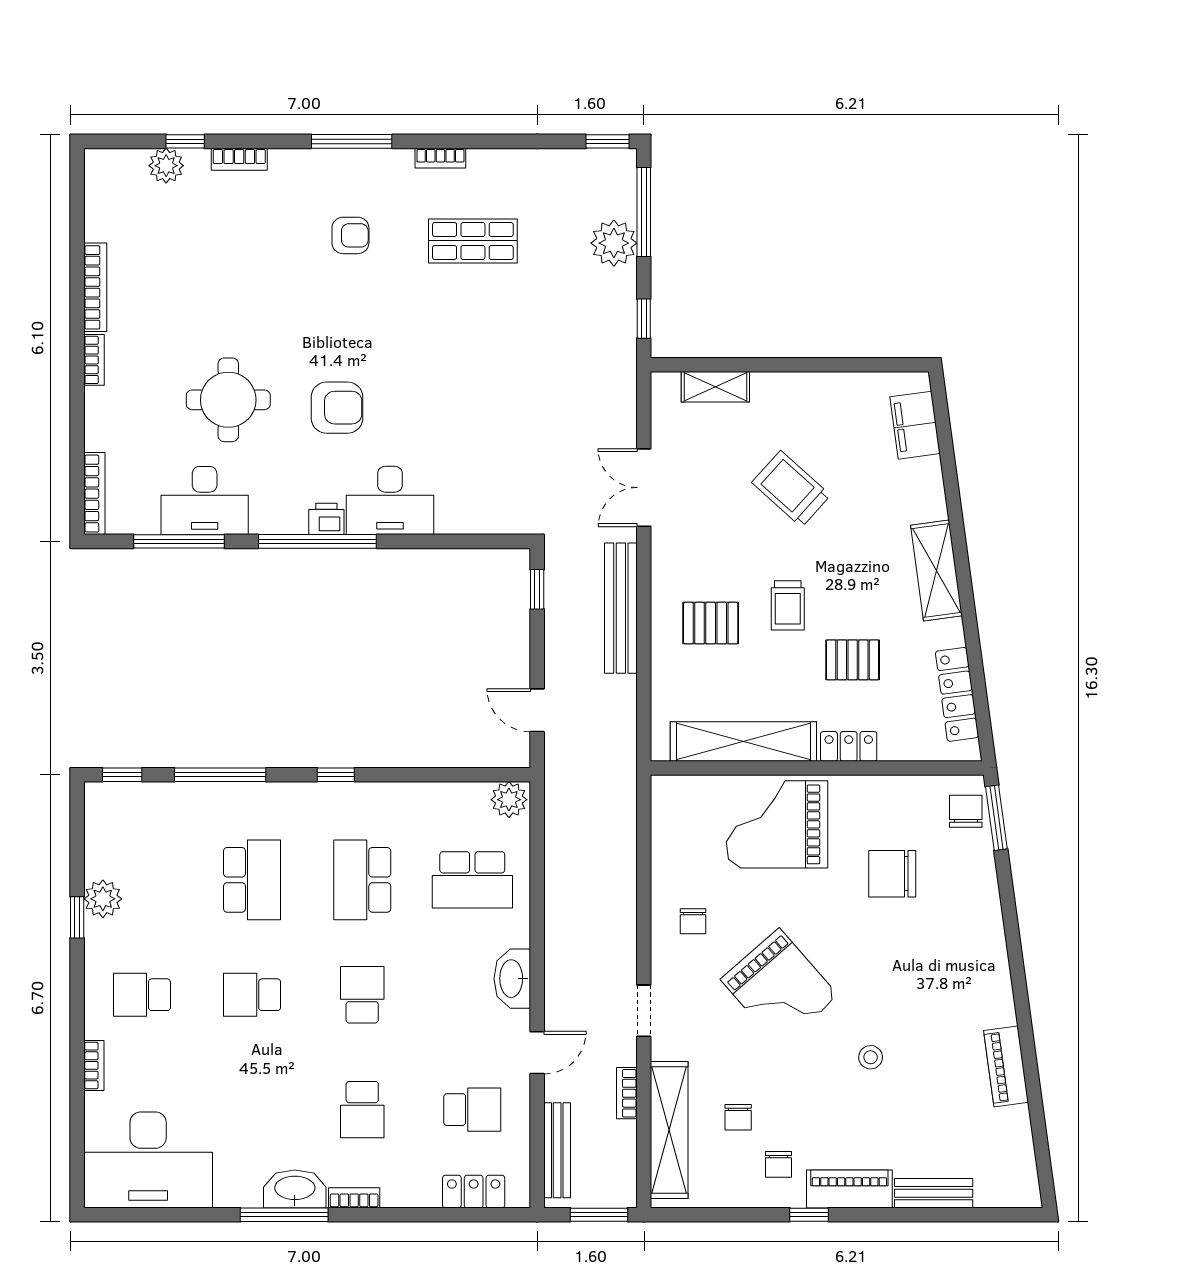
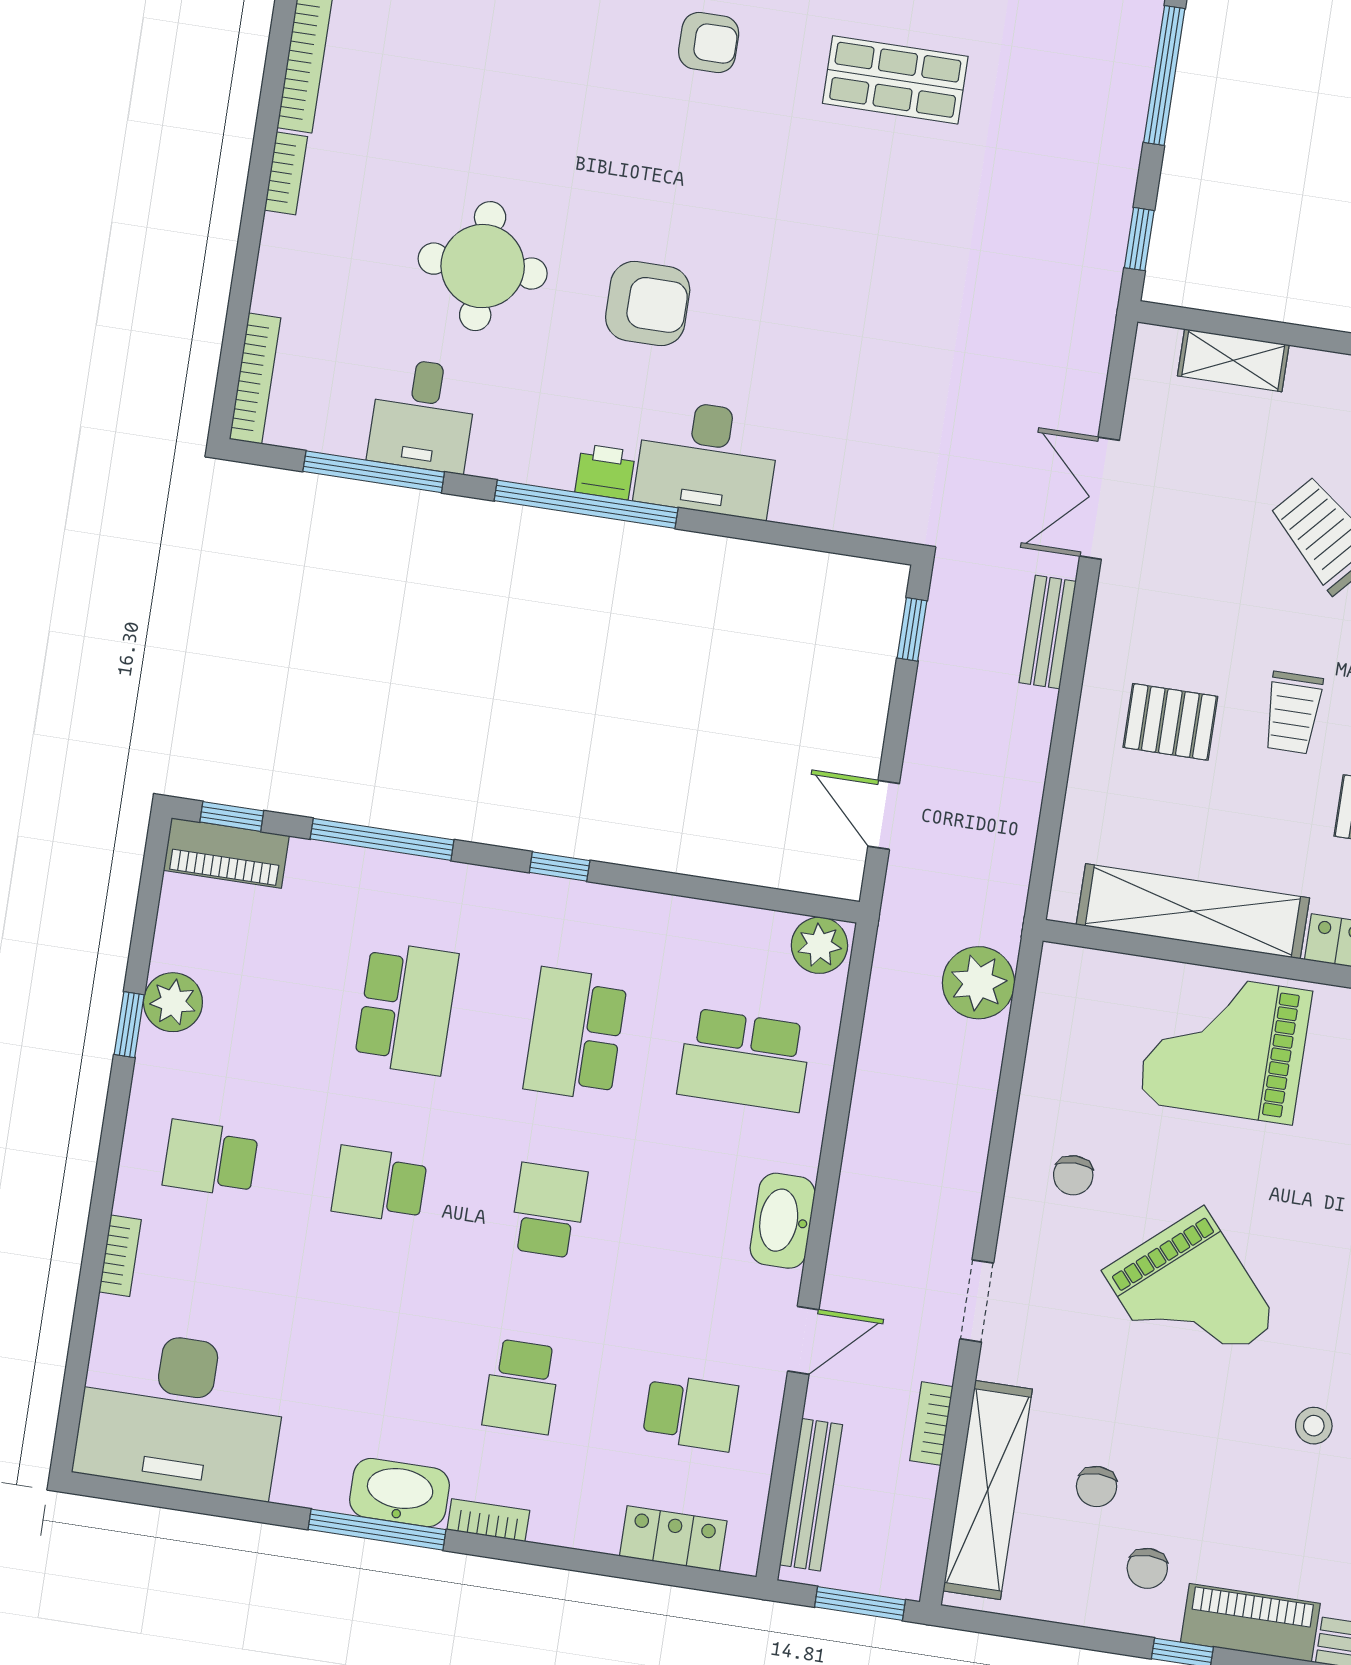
plant: (614, 243) -> (978, 983), moved
desk: (205, 501) -> (423, 415), width x0.73
bench: (621, 608) -> (1048, 632), width x0.54, depth x0.82
piano: (122, 799) -> (226, 853), added

